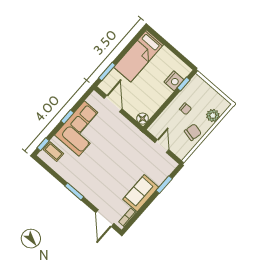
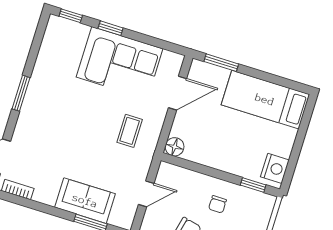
nightstand: (174, 81) -> (275, 168), moved, turned -90
window: (67, 117) -> (111, 28), moved
coffee table: (53, 152) -> (130, 131), moved
sofa: (141, 193) -> (85, 201), moved

